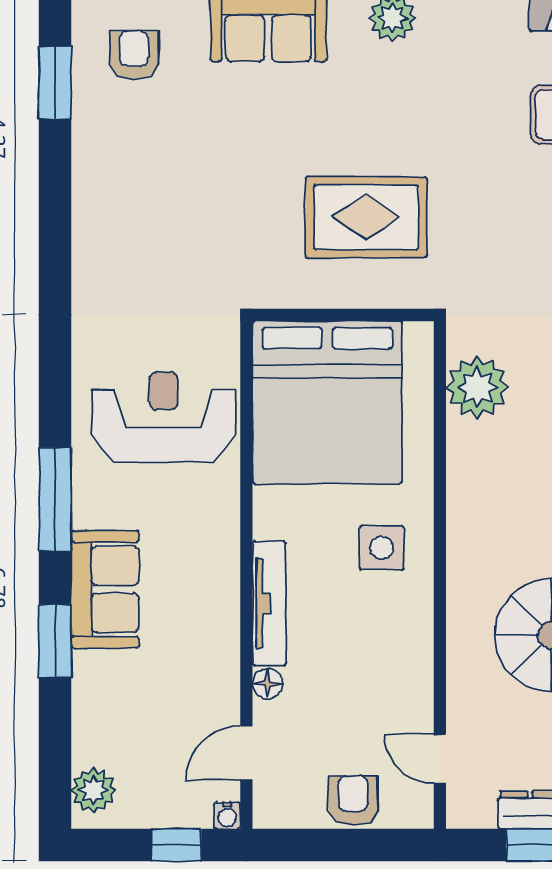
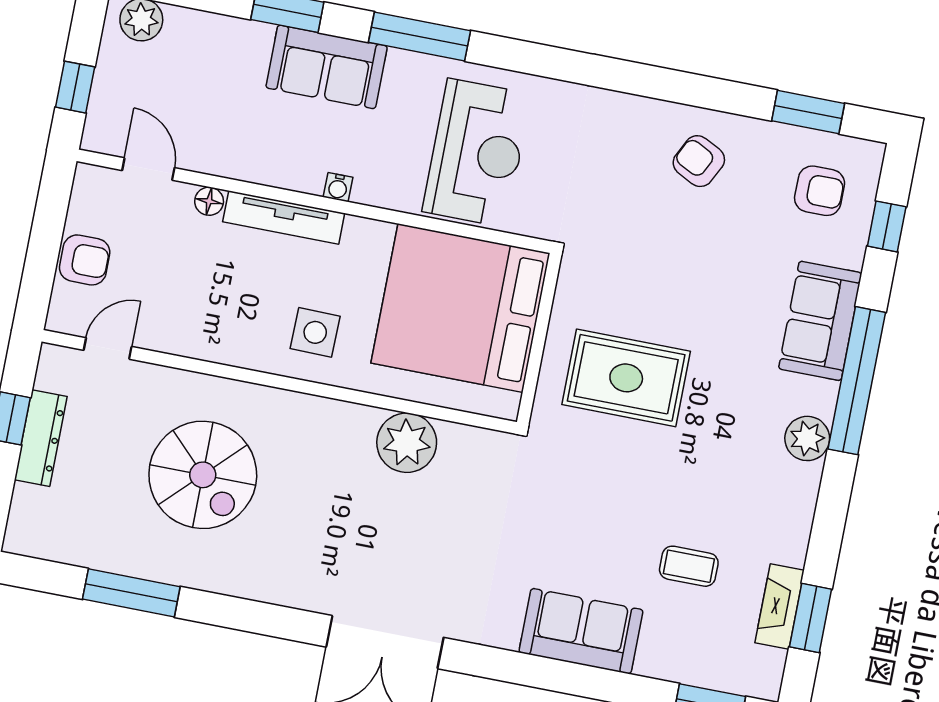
armchair: (128, 186) -> (699, 161), added
rug: (366, 217) -> (626, 378), turned 90
plant: (477, 387) -> (407, 443), moved
water cooler: (227, 816) -> (338, 187), moved, turned -90

